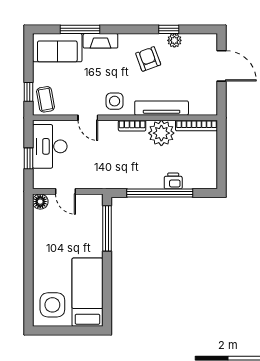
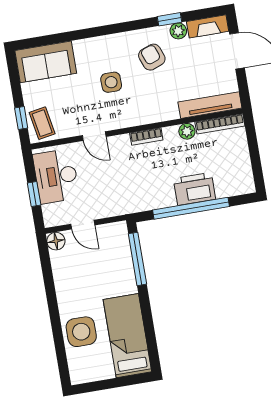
window: (80, 29) -> (68, 36), removed
fireplace: (100, 41) -> (208, 26), moved
side table: (115, 101) -> (111, 82), moved
tv unit: (162, 108) -> (210, 105), moved
plant: (161, 133) -> (187, 131), width x0.53, depth x0.53
printer: (173, 181) -> (194, 189), width x1.87, depth x1.48
side table: (52, 305) -> (81, 332), moved

